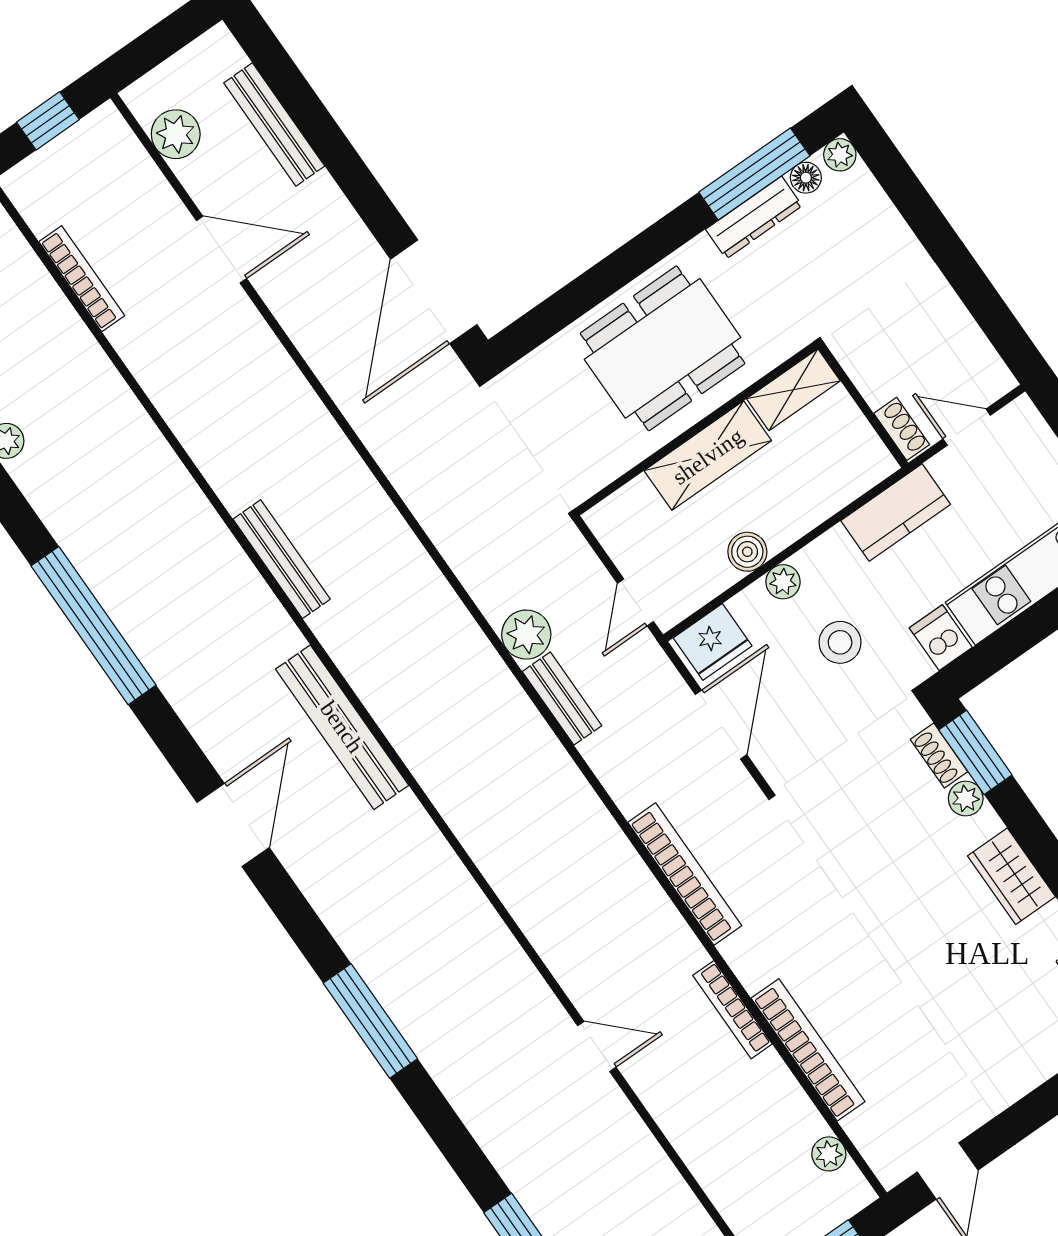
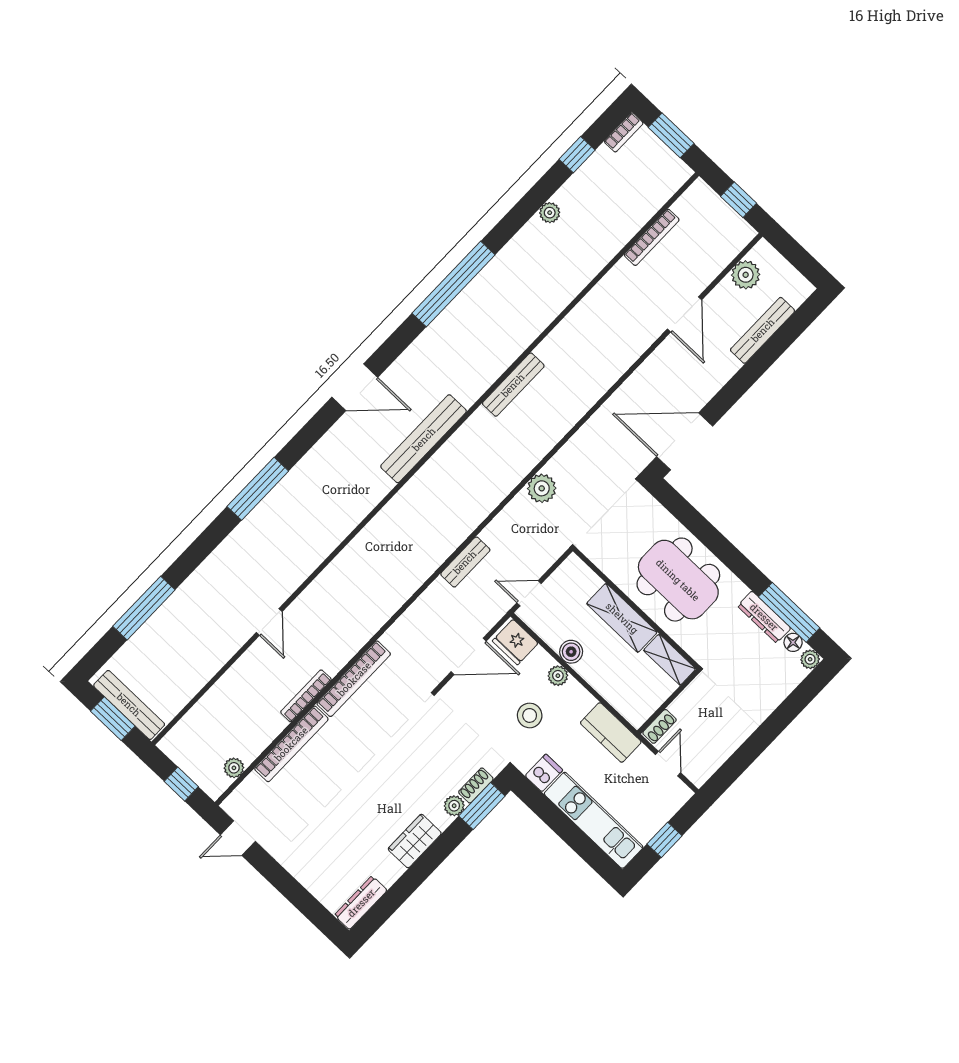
plant: (526, 635) -> (542, 488), moved
bookcase: (685, 874) -> (354, 679), moved

